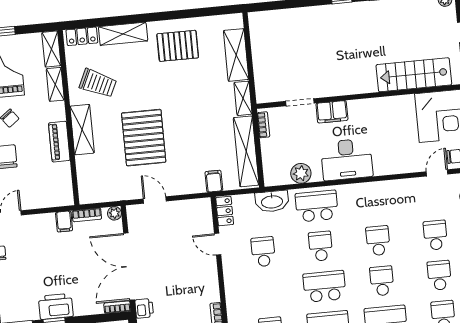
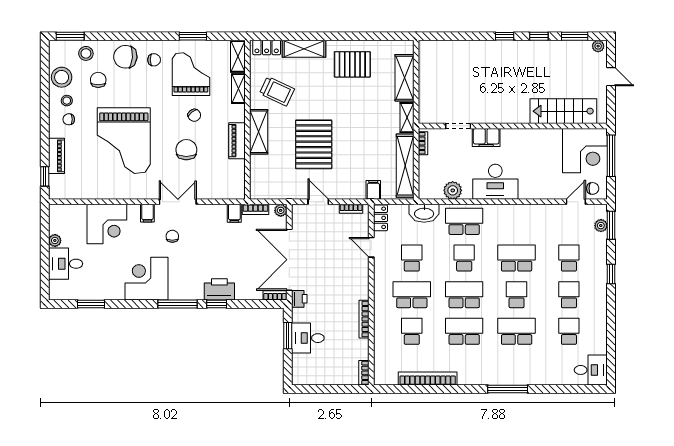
bookcase: (192, 204) -> (351, 209), added
school desk: (378, 241) -> (517, 258), width x1.85
school desk: (267, 292) -> (412, 295), added

